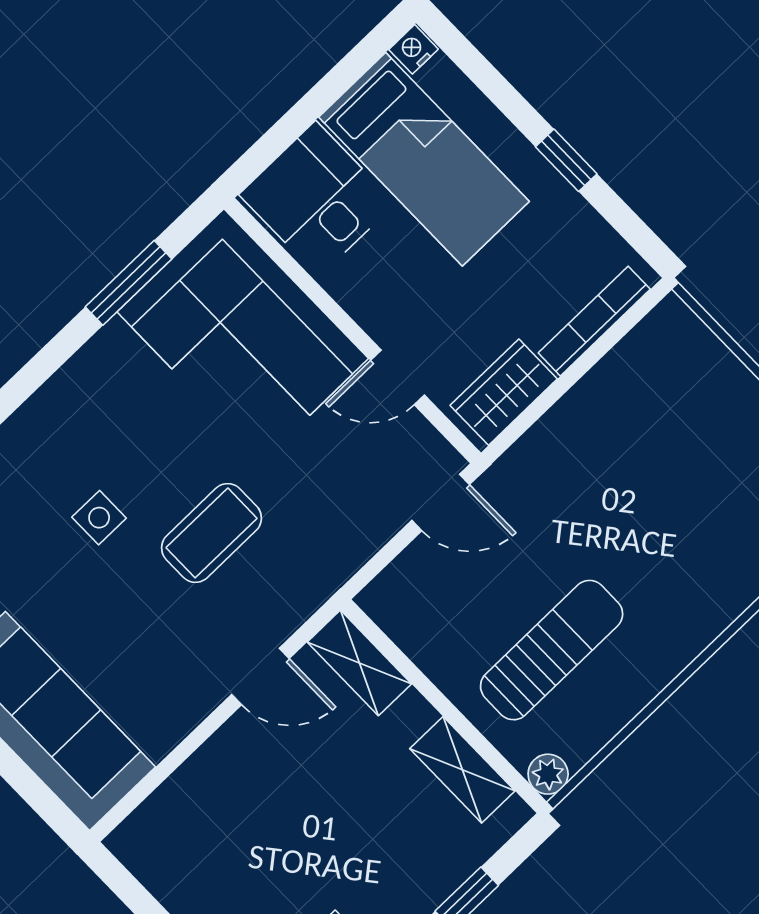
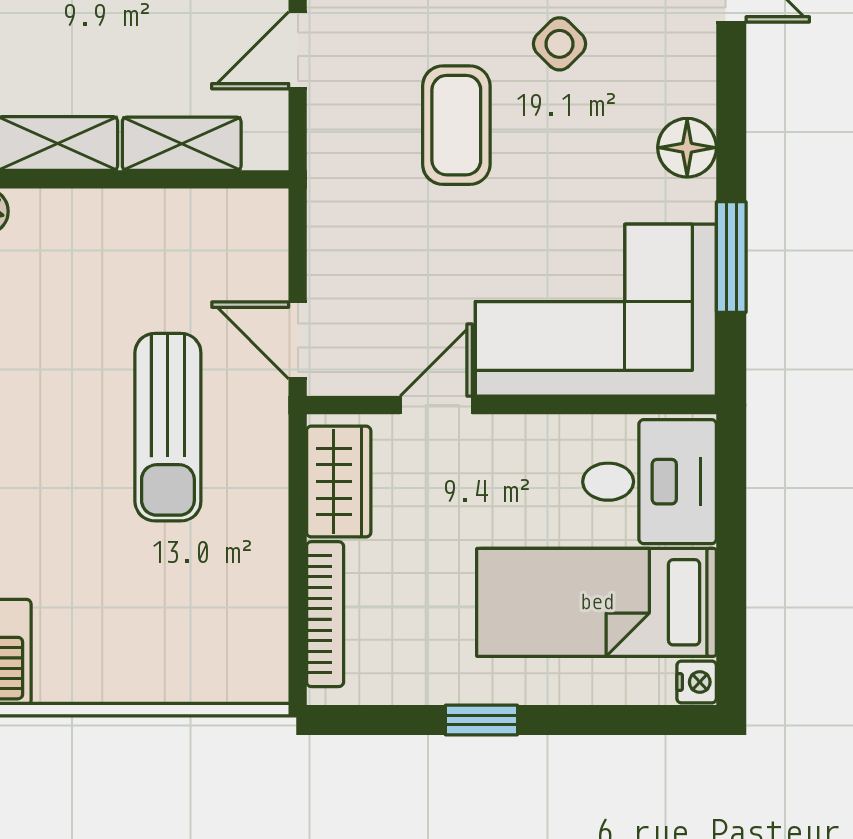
floor lamp: (87, 376) -> (687, 148), added
door: (441, 502) -> (298, 340), hinge flipped
side table: (99, 518) -> (559, 44), turned 45
sun lounger: (552, 650) -> (168, 427), moved
shelving: (359, 663) -> (182, 144), moved

